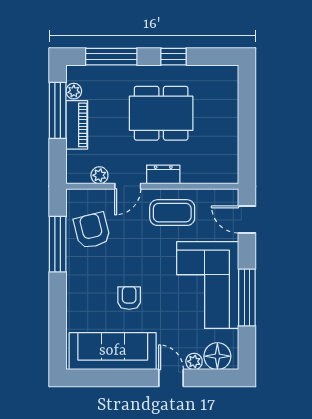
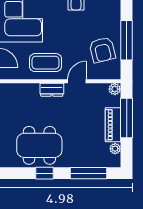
window: (58, 110) -> (127, 118), moved
dining table: (161, 113) -> (39, 145), moved
plant: (99, 175) -> (115, 89), moved

